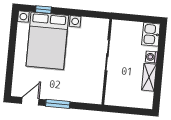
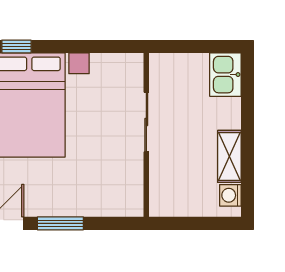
washing machine: (151, 57) -> (230, 195), moved

